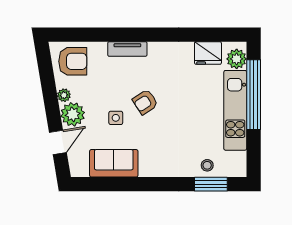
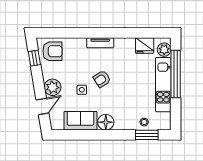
tv unit: (127, 49) -> (100, 43), moved
window: (46, 71) -> (34, 58), added
plant: (64, 95) -> (47, 74), removed
floor lamp: (151, 166) -> (106, 122), added

